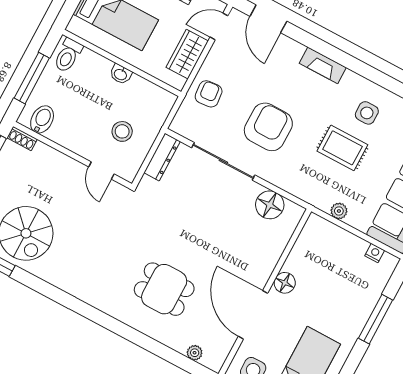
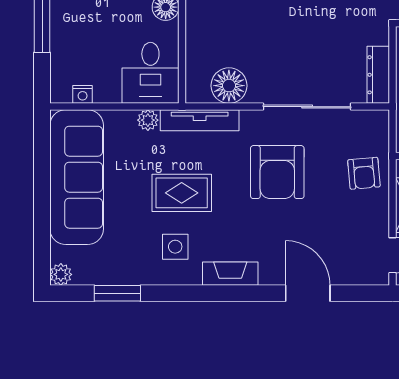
door: (268, 19) -> (308, 293), moved
fireplace: (323, 65) -> (230, 274), moved
tv unit: (303, 192) -> (200, 120), added
desk: (320, 243) -> (150, 73), added

